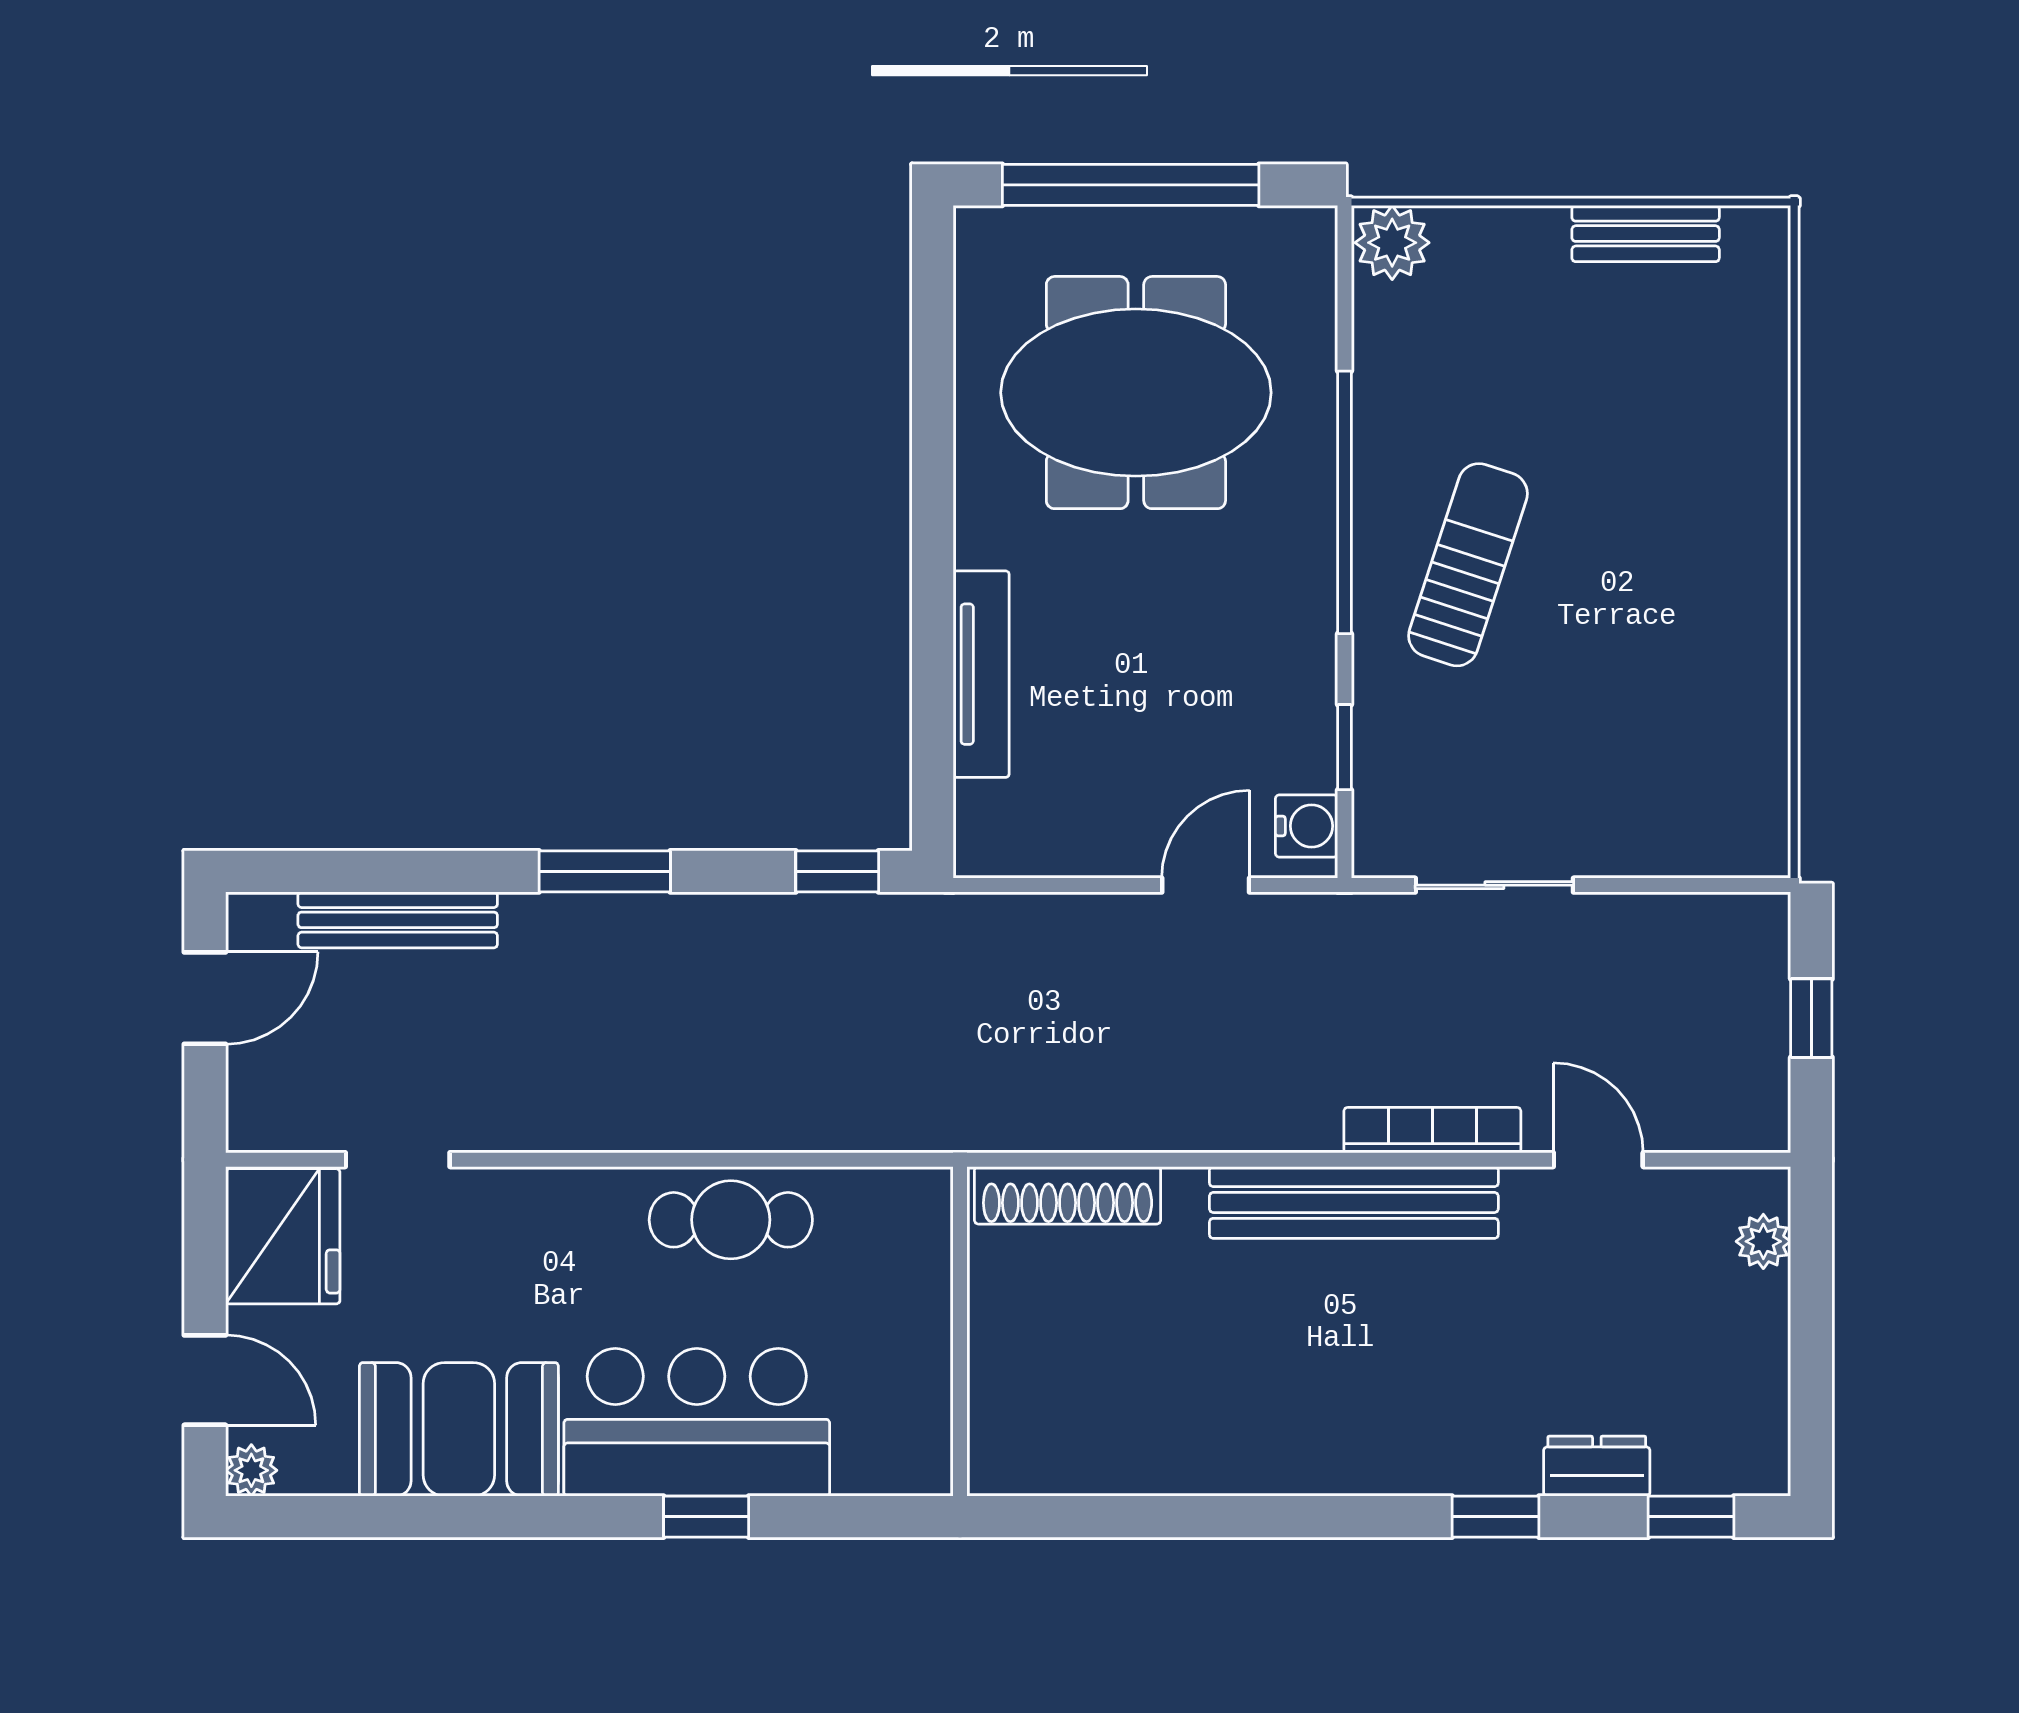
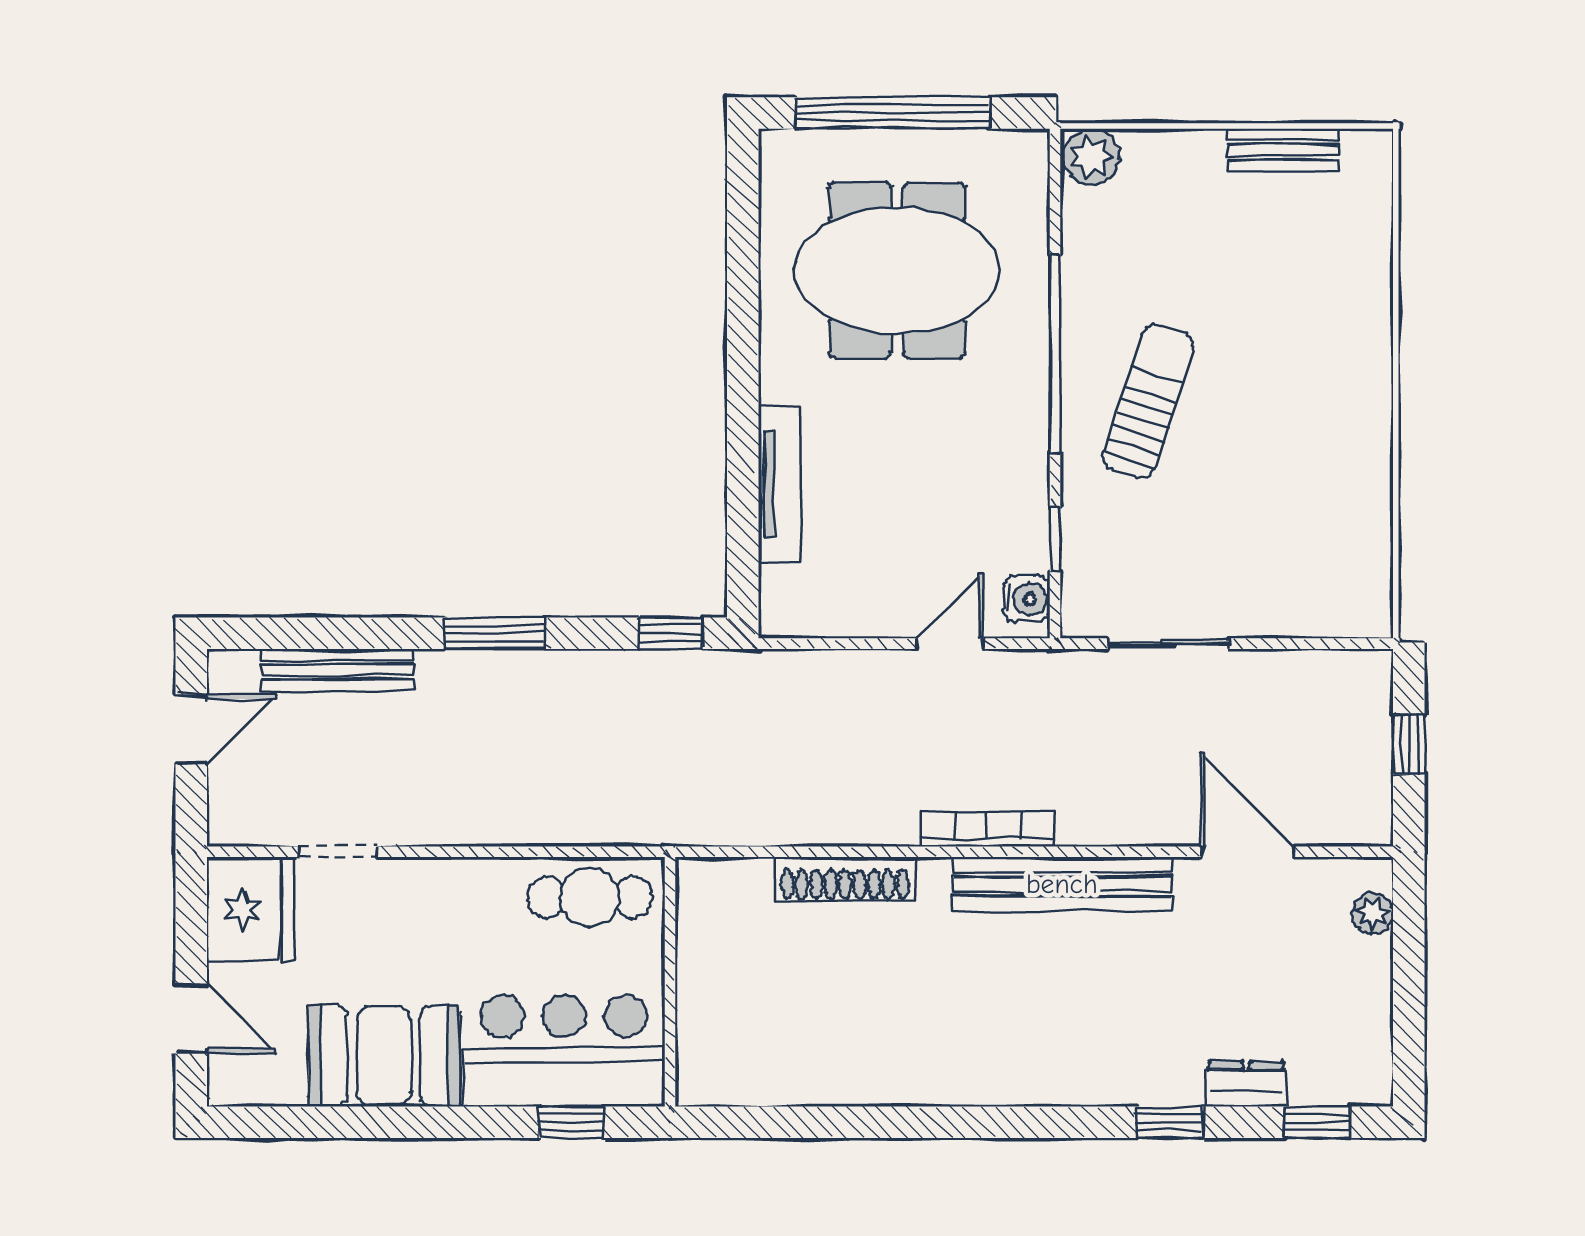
bookcase: (1432, 1130) -> (987, 829), moved
door: (1598, 1160) -> (1247, 852), width x1.38
wall: (960, 1331) -> (670, 982), moved
plant: (251, 1470) -> (226, 1087), removed

